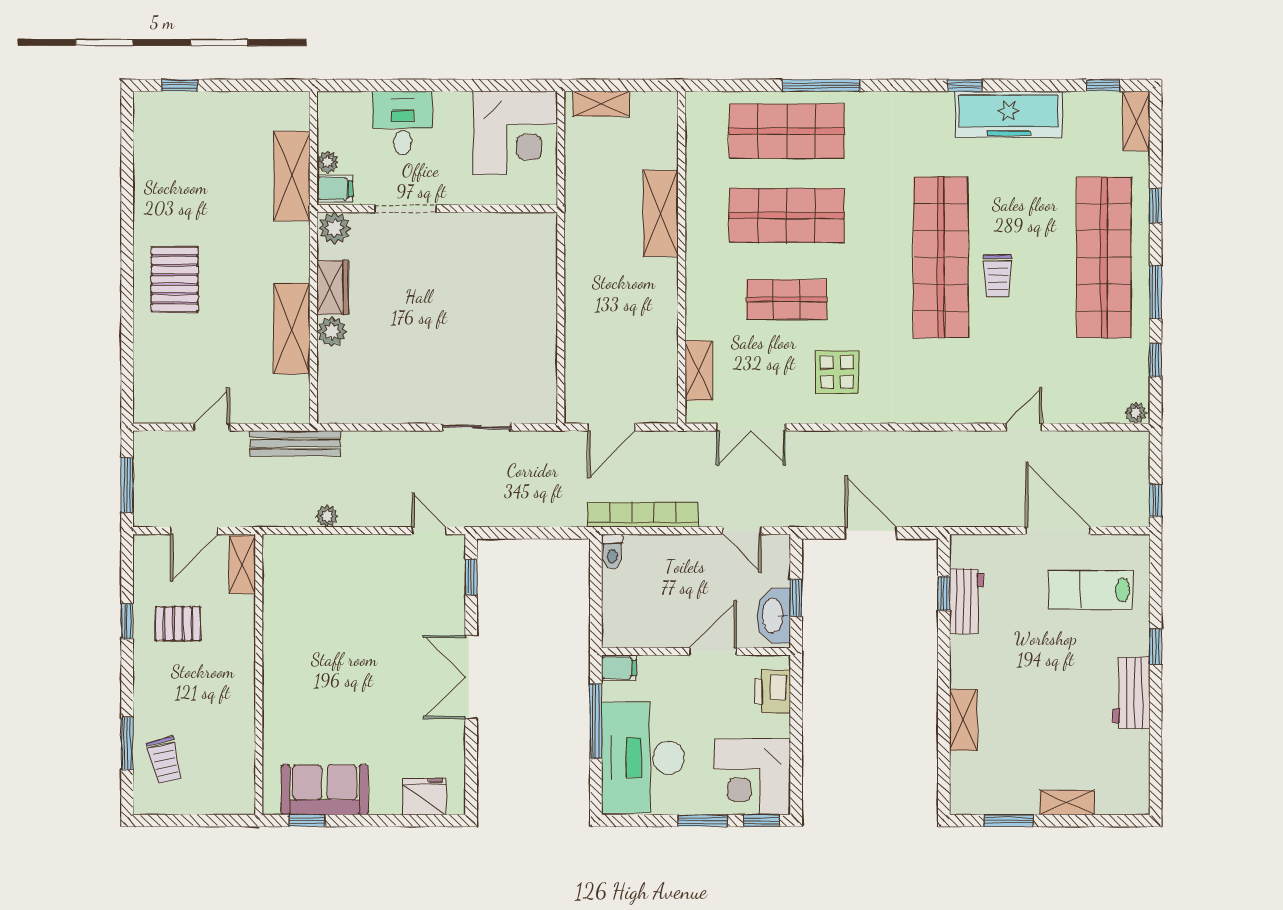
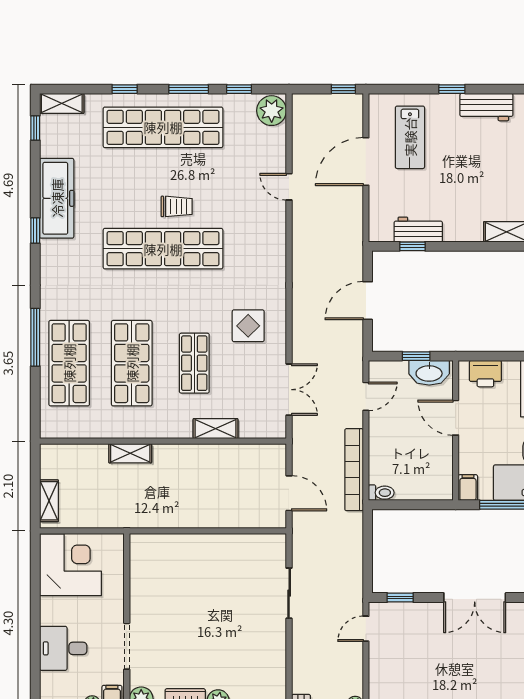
shelving: (661, 213) -> (130, 453), width x0.67, depth x0.75
shelving: (699, 371) -> (216, 429), moved
plant: (1136, 413) -> (272, 111), width x1.87, depth x1.87

